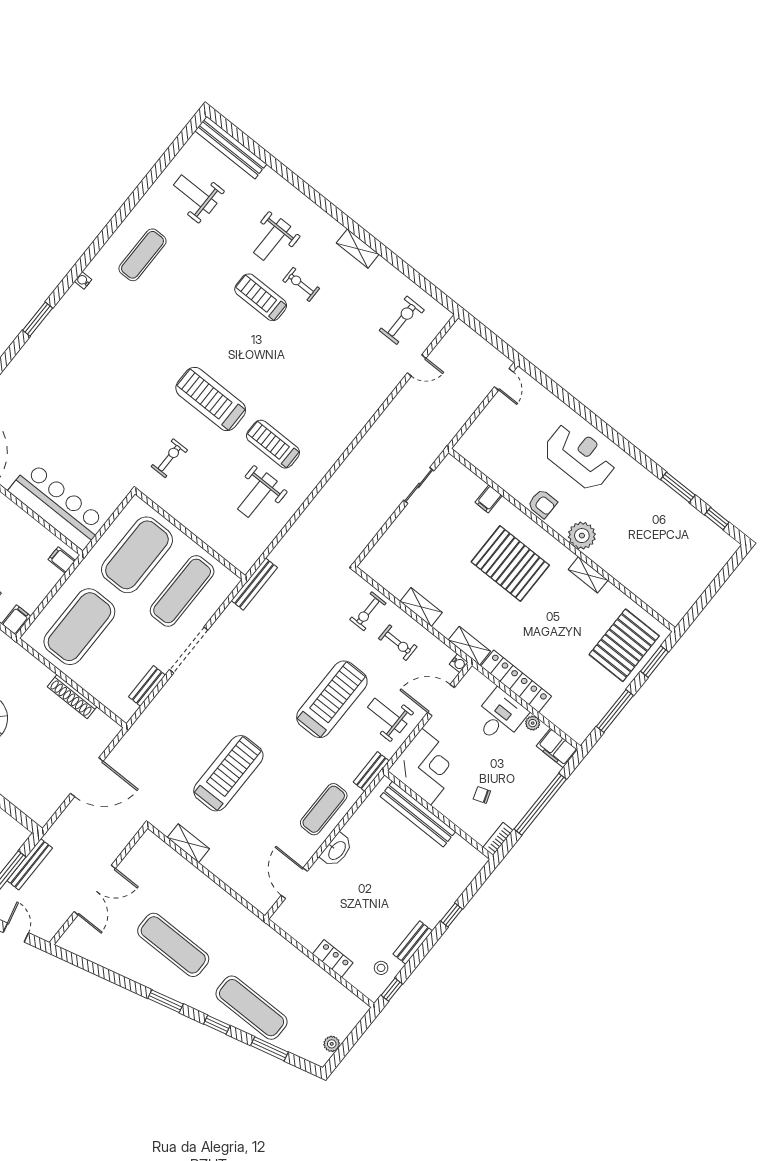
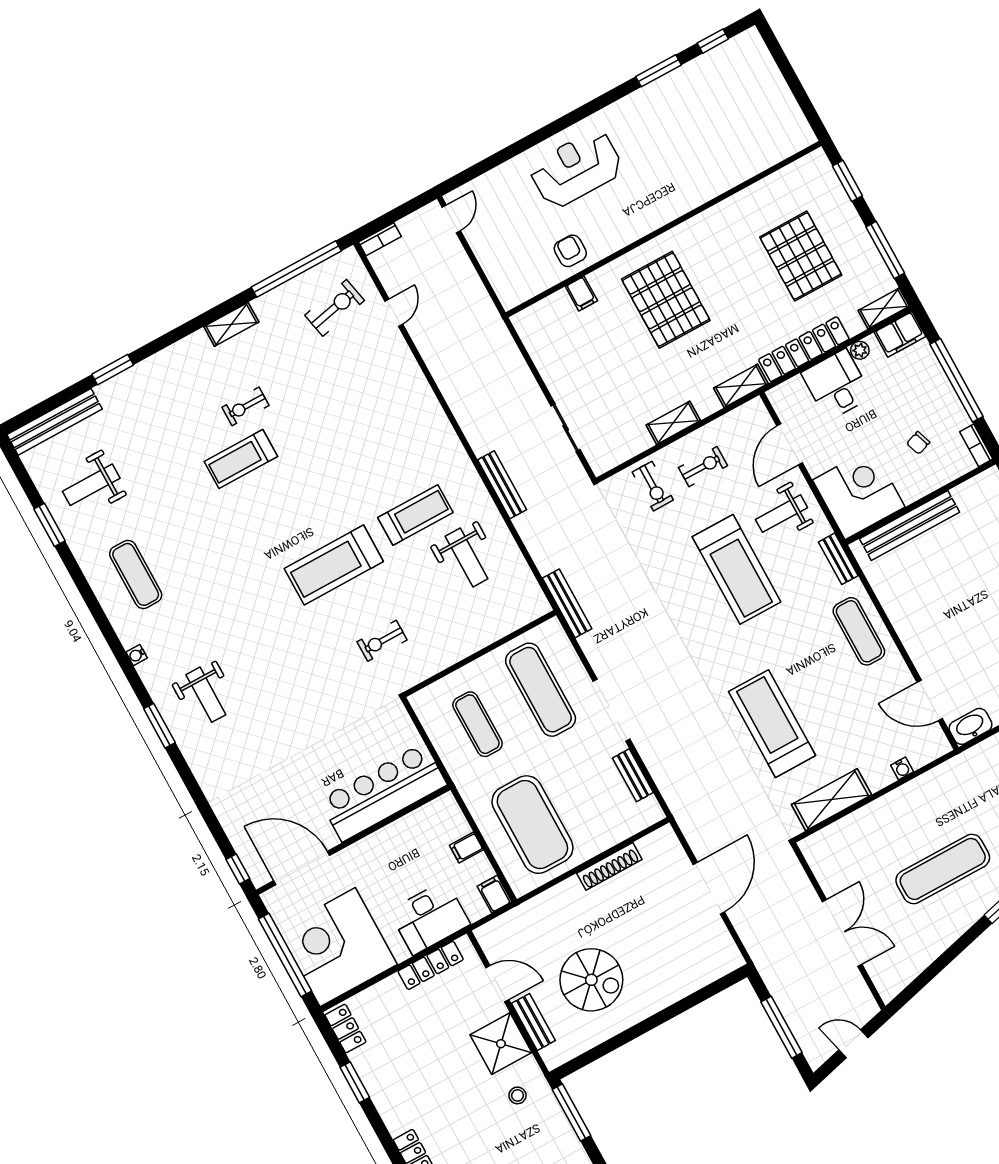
window: (287, 174) -> (113, 370), added
window: (153, 176) -> (49, 525), added
weight bench: (272, 240) -> (206, 695), moved
window: (419, 280) -> (296, 269), added
exercise bike: (402, 320) -> (335, 308), turned 78
bookcase: (467, 332) -> (380, 239), added
door: (504, 379) -> (451, 219), hinge flipped
treadmill: (273, 444) -> (415, 515), turned 180
exercise bike: (169, 458) -> (382, 641), turned -90
sliding door: (419, 486) -> (566, 428), moved
armchair: (542, 504) -> (570, 251), moved, turned -90
plant: (582, 536) -> (668, 204), removed
exercise mat: (137, 555) -> (477, 724), width x0.50, depth x0.69
filing cabinet: (62, 560) -> (466, 848), moved
pallet: (510, 563) -> (666, 300), turned 90
shelving: (588, 575) -> (884, 308), moved
pallet: (624, 645) -> (801, 256), moved
water cooler: (459, 663) -> (902, 768), moved, turned 90
treadmill: (332, 699) -> (736, 569), turned 180
shelving: (188, 843) -> (831, 800), width x1.50, depth x1.33
washbasin: (337, 850) -> (970, 726), moved, turned -90
bench: (30, 864) -> (502, 485), moved

